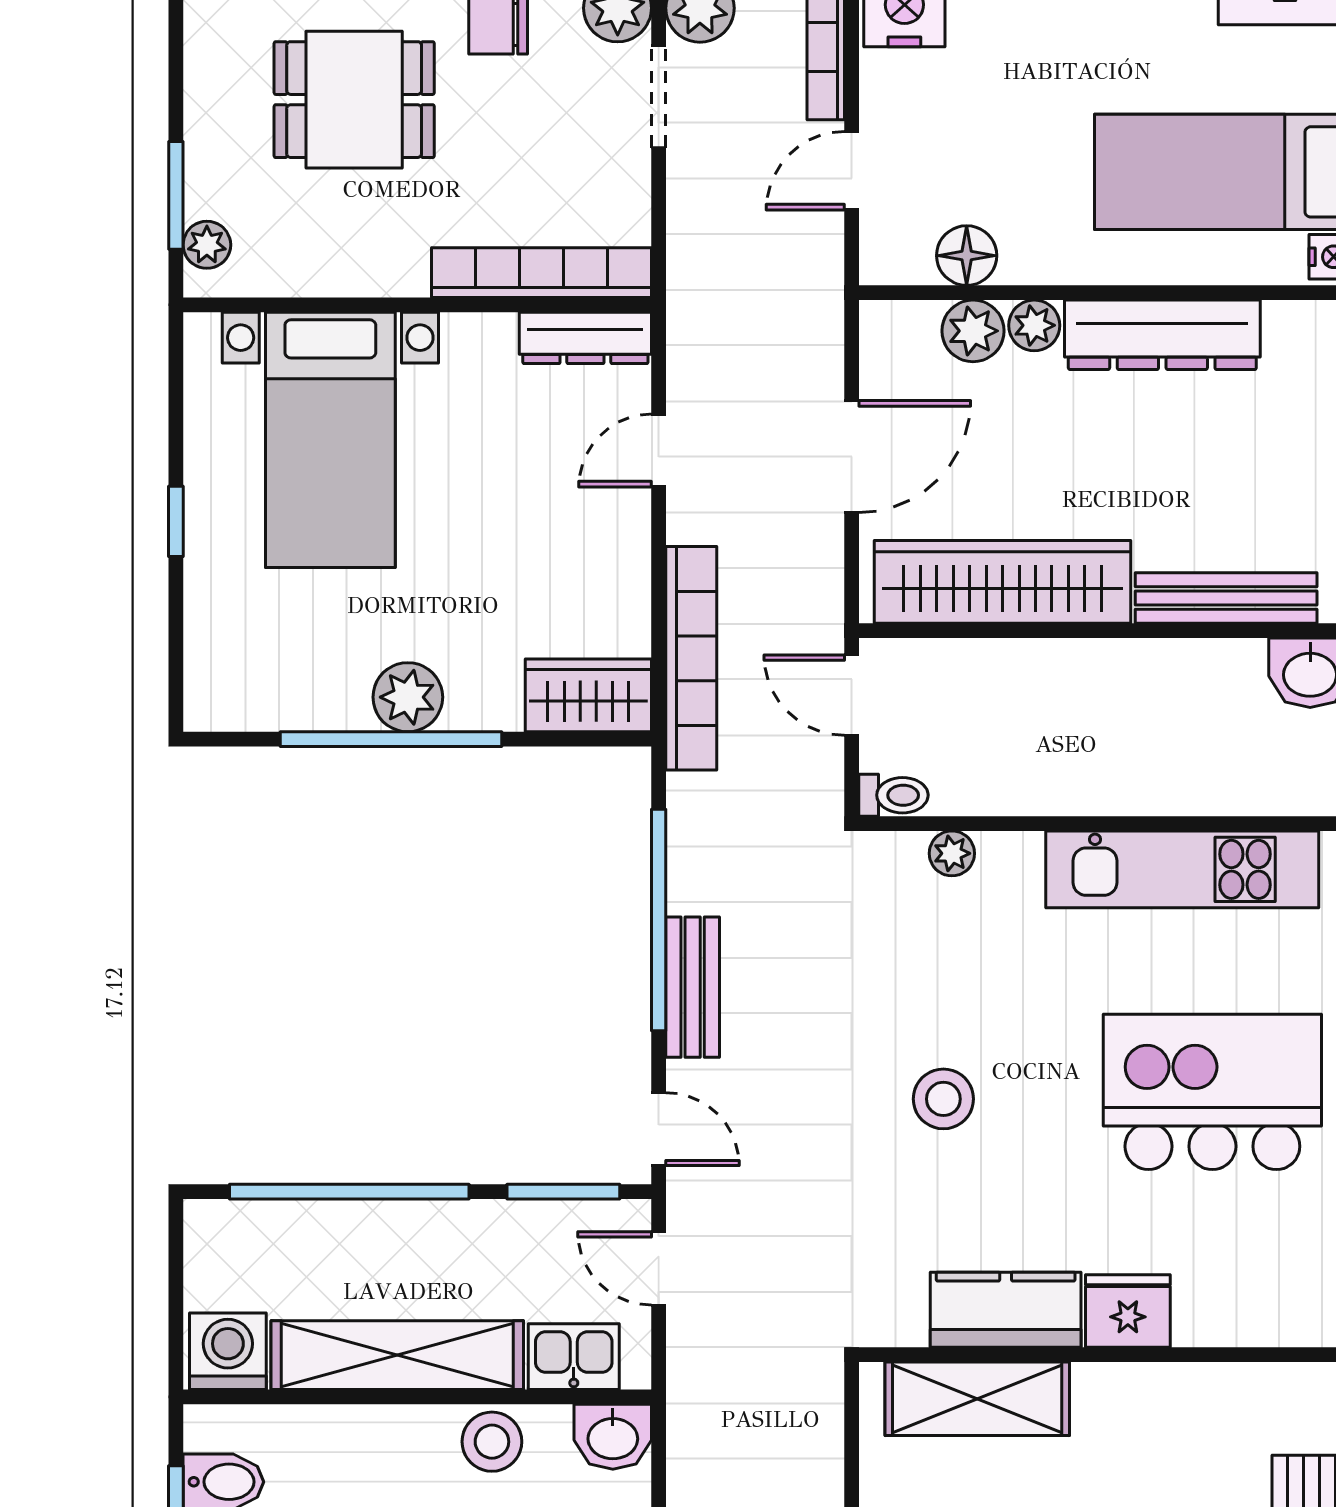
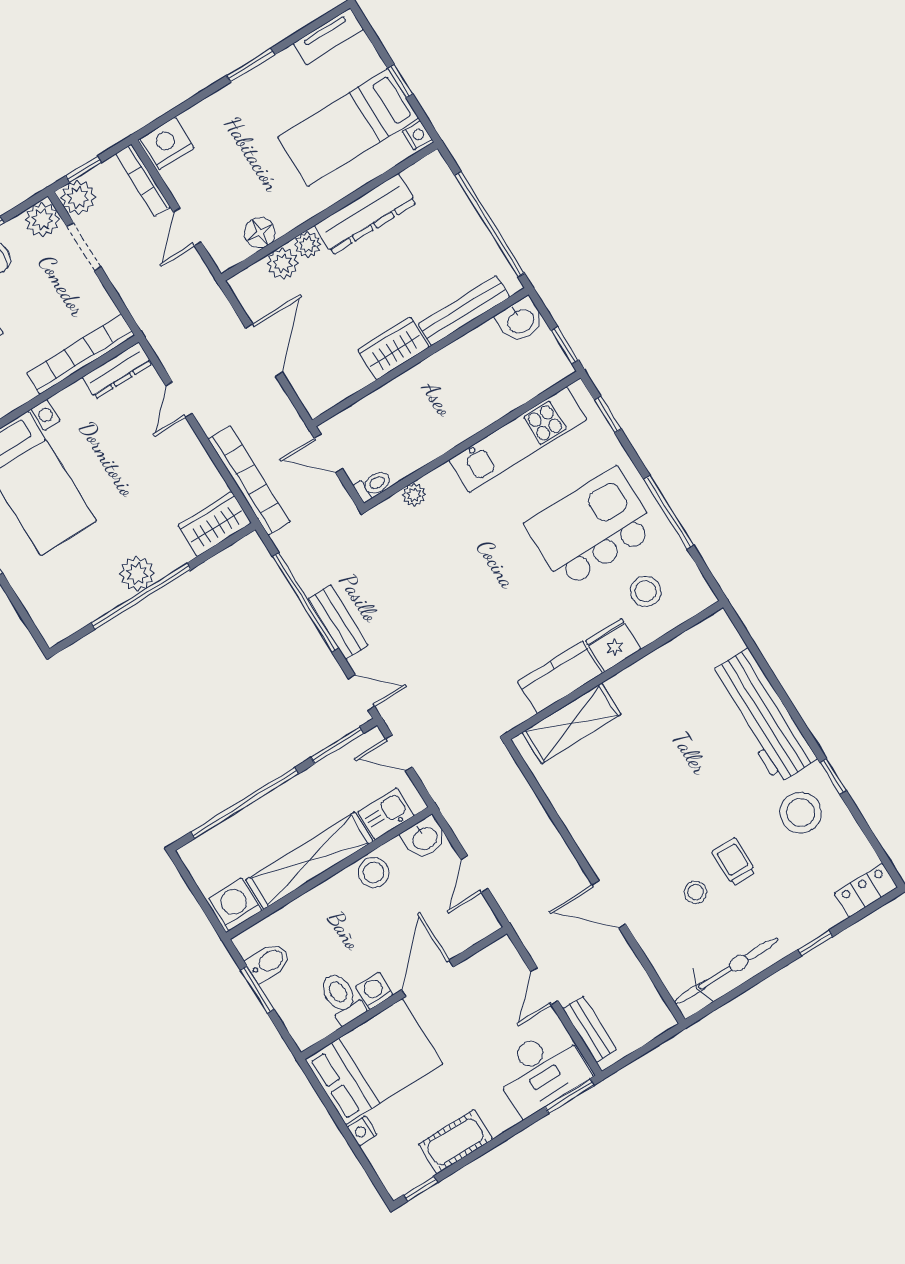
wardrobe: (1003, 582) -> (394, 348), width x0.48, depth x0.85
stool: (943, 1099) -> (646, 591), moved

